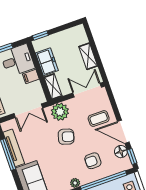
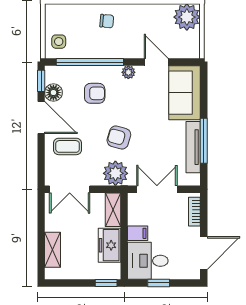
shelving: (88, 56) -> (53, 250), moved

